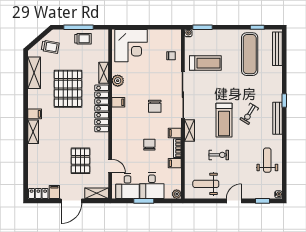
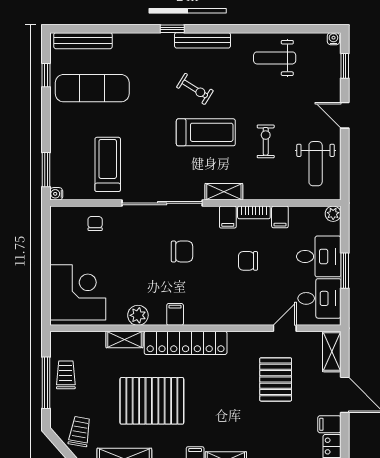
pallet: (80, 161) -> (276, 379), turned 90

